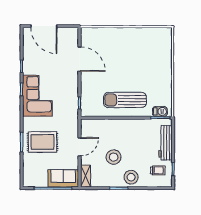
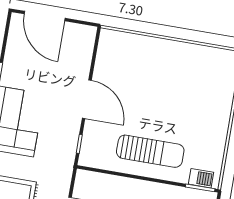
door: (79, 59) -> (87, 99), moved
sun lounger: (125, 100) -> (150, 151), turned 180

